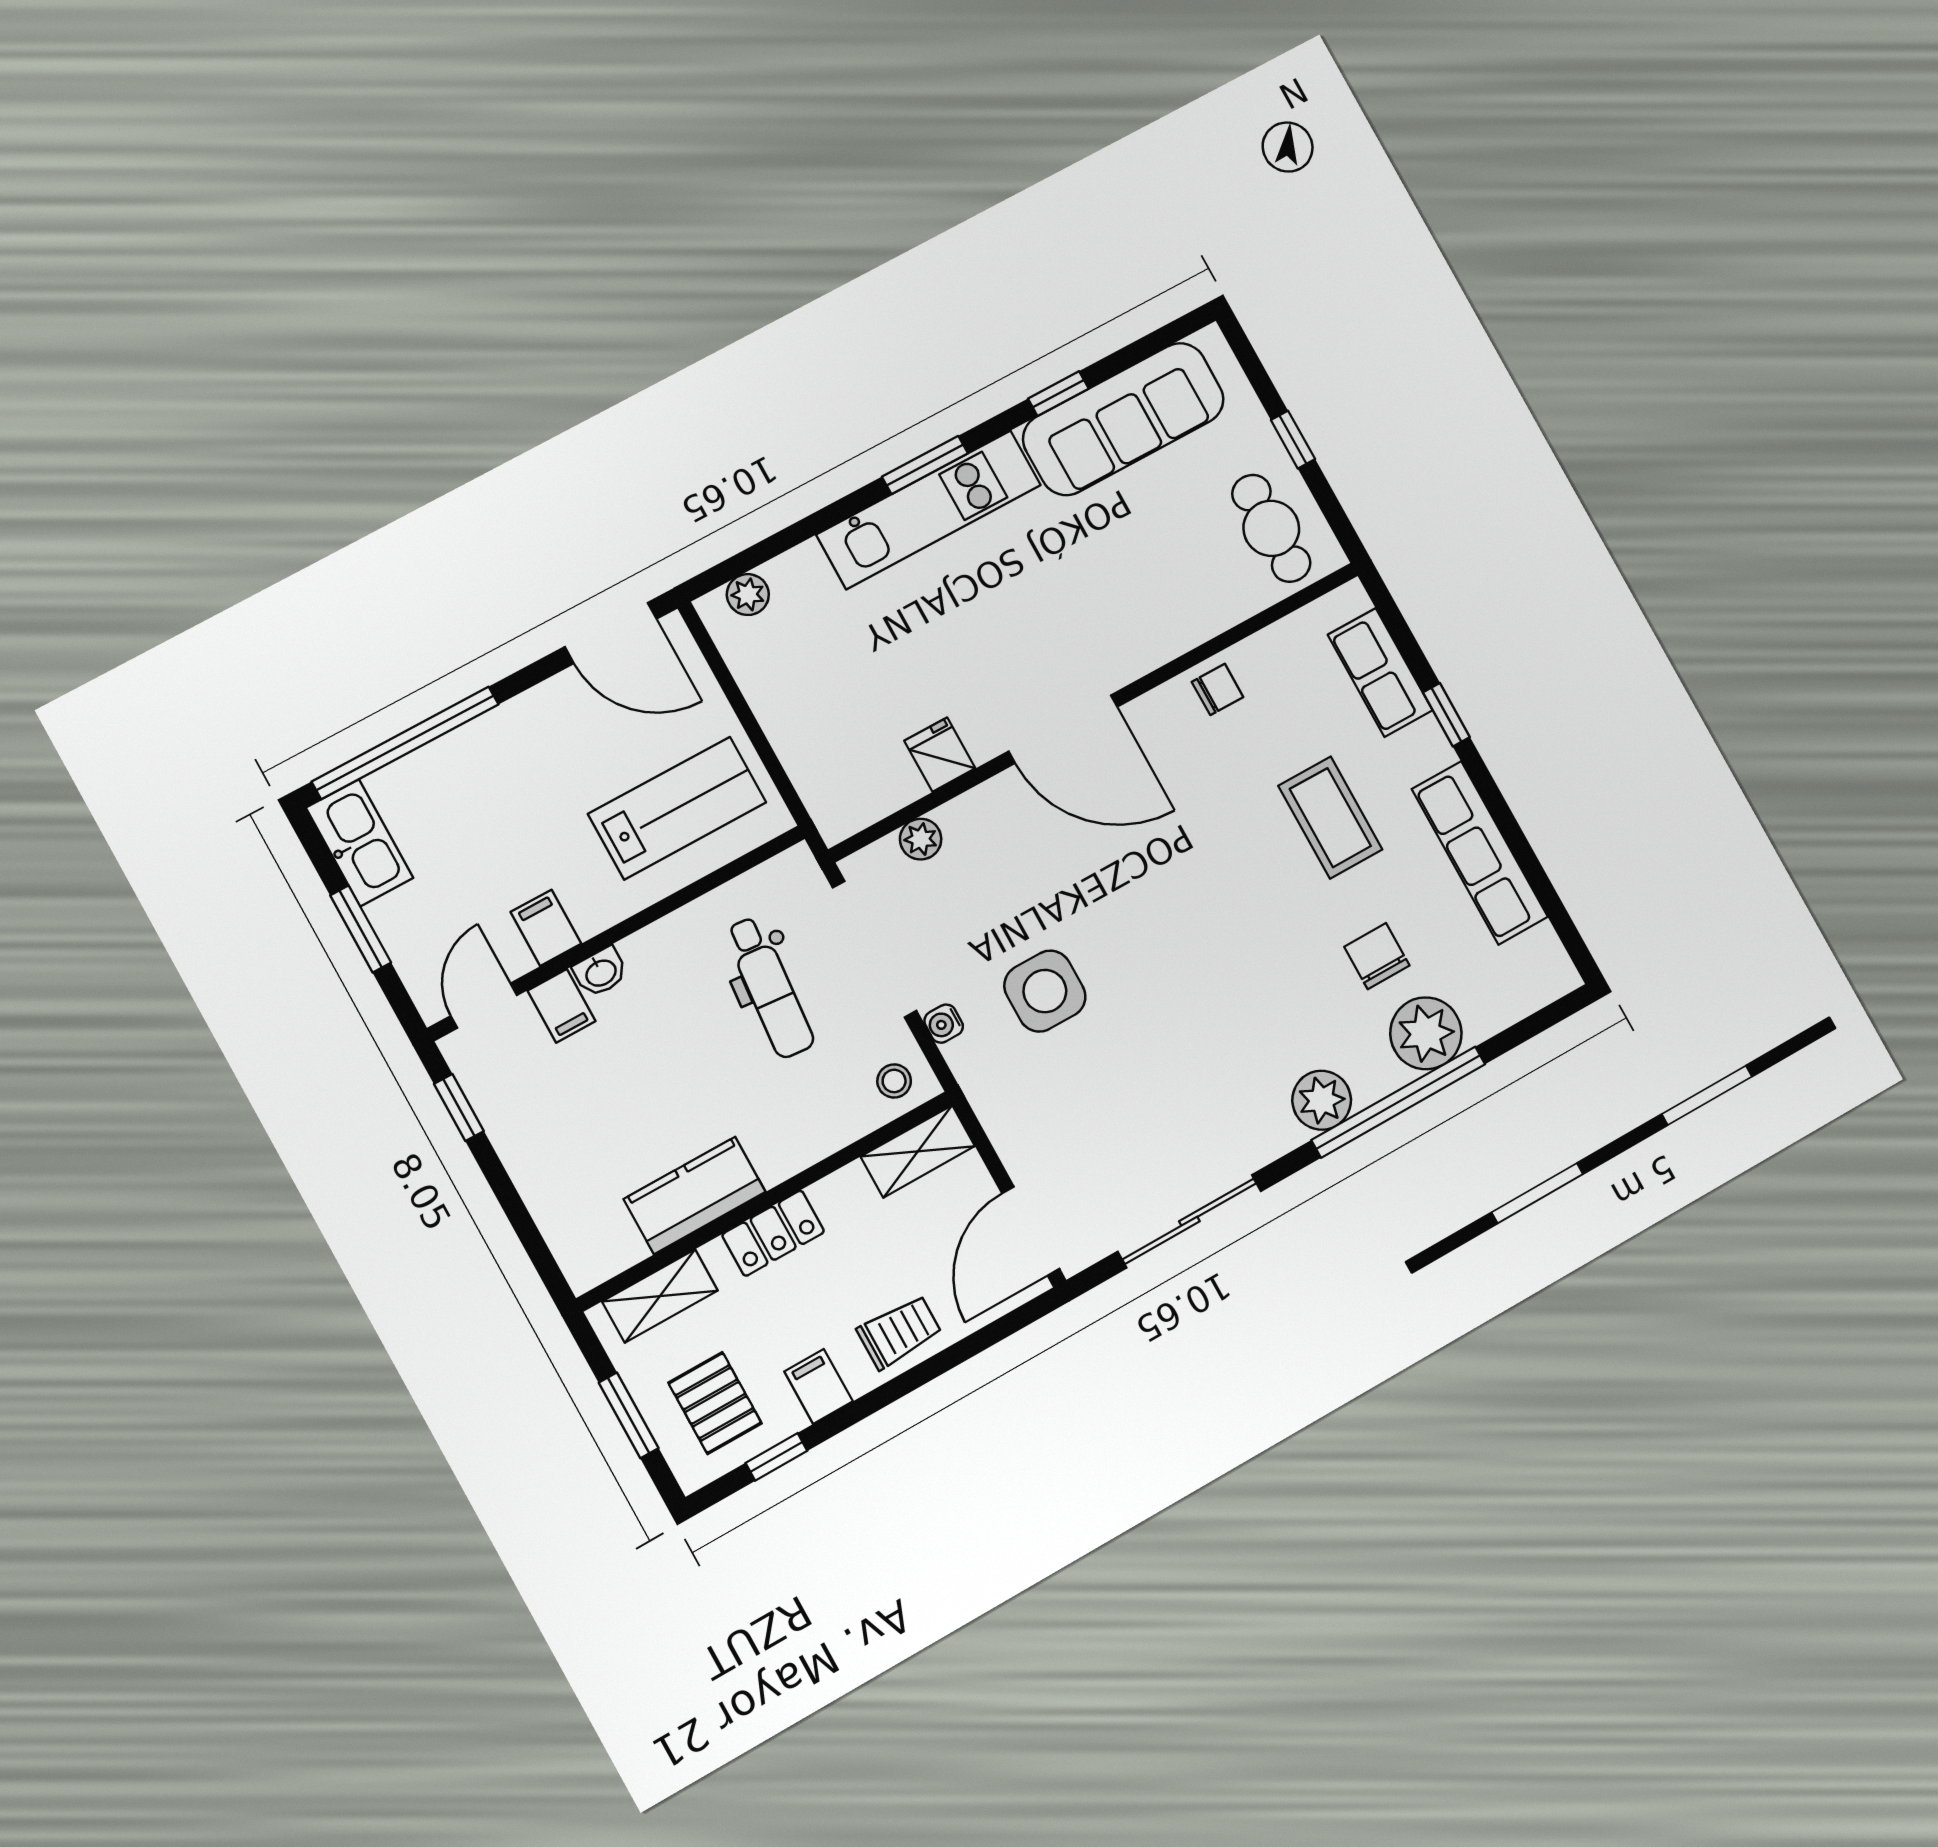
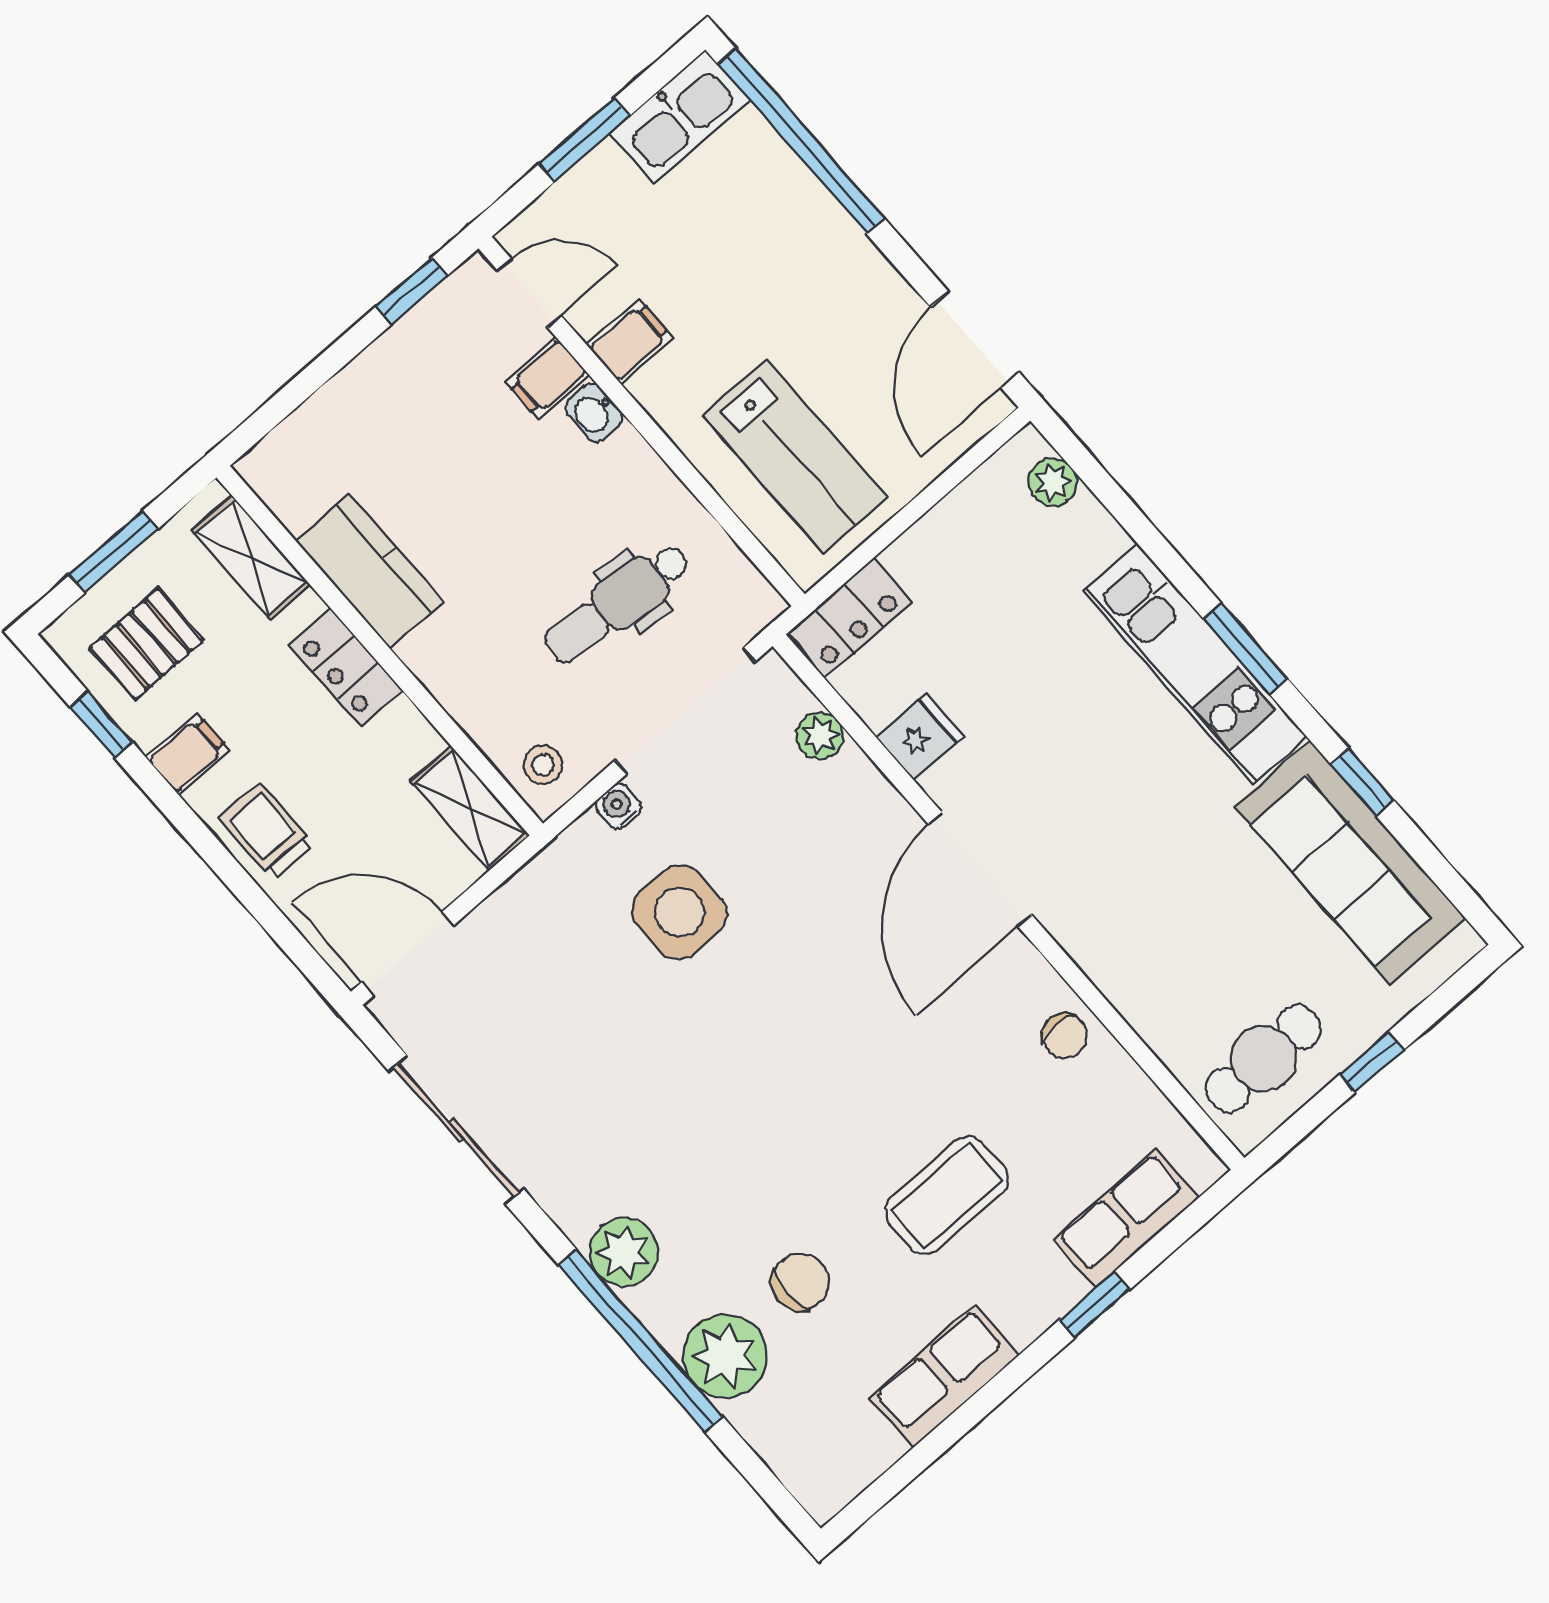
locker: (826, 792) -> (849, 618), added
row of seats: (1480, 853) -> (944, 1376), width x0.68
trolley: (899, 1332) -> (266, 831), turned 180

